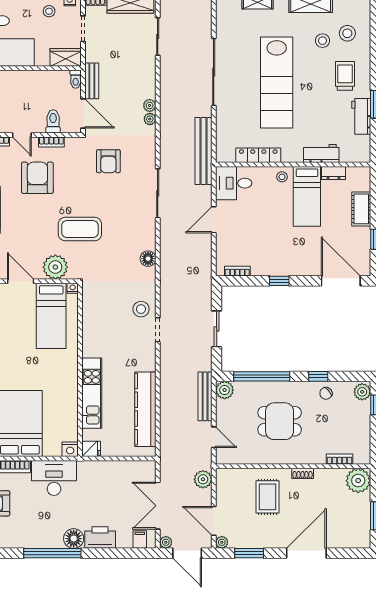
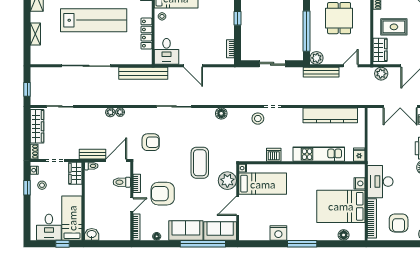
dishwasher: (91, 331) -> (274, 155), added
nightstand: (70, 449) -> (359, 183), moved
wardrobe: (236, 478) -> (380, 50), added

